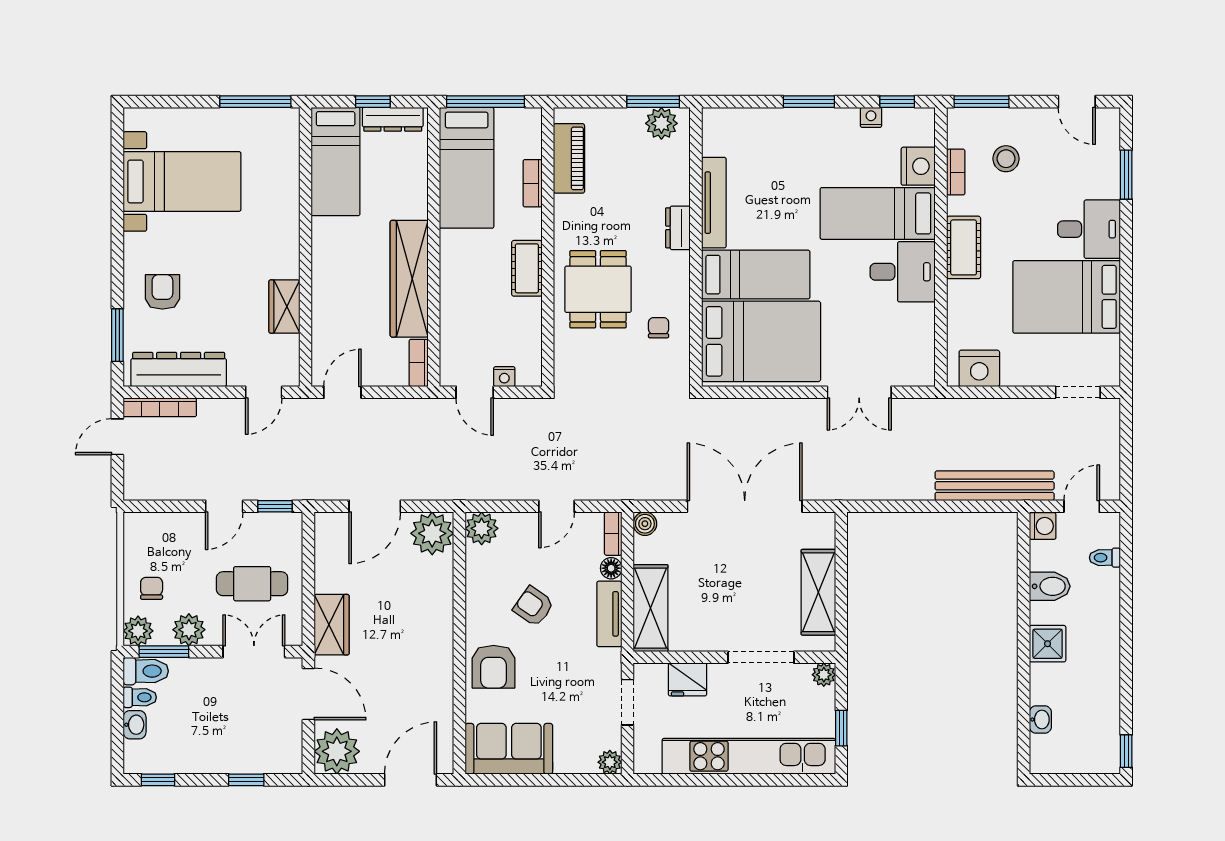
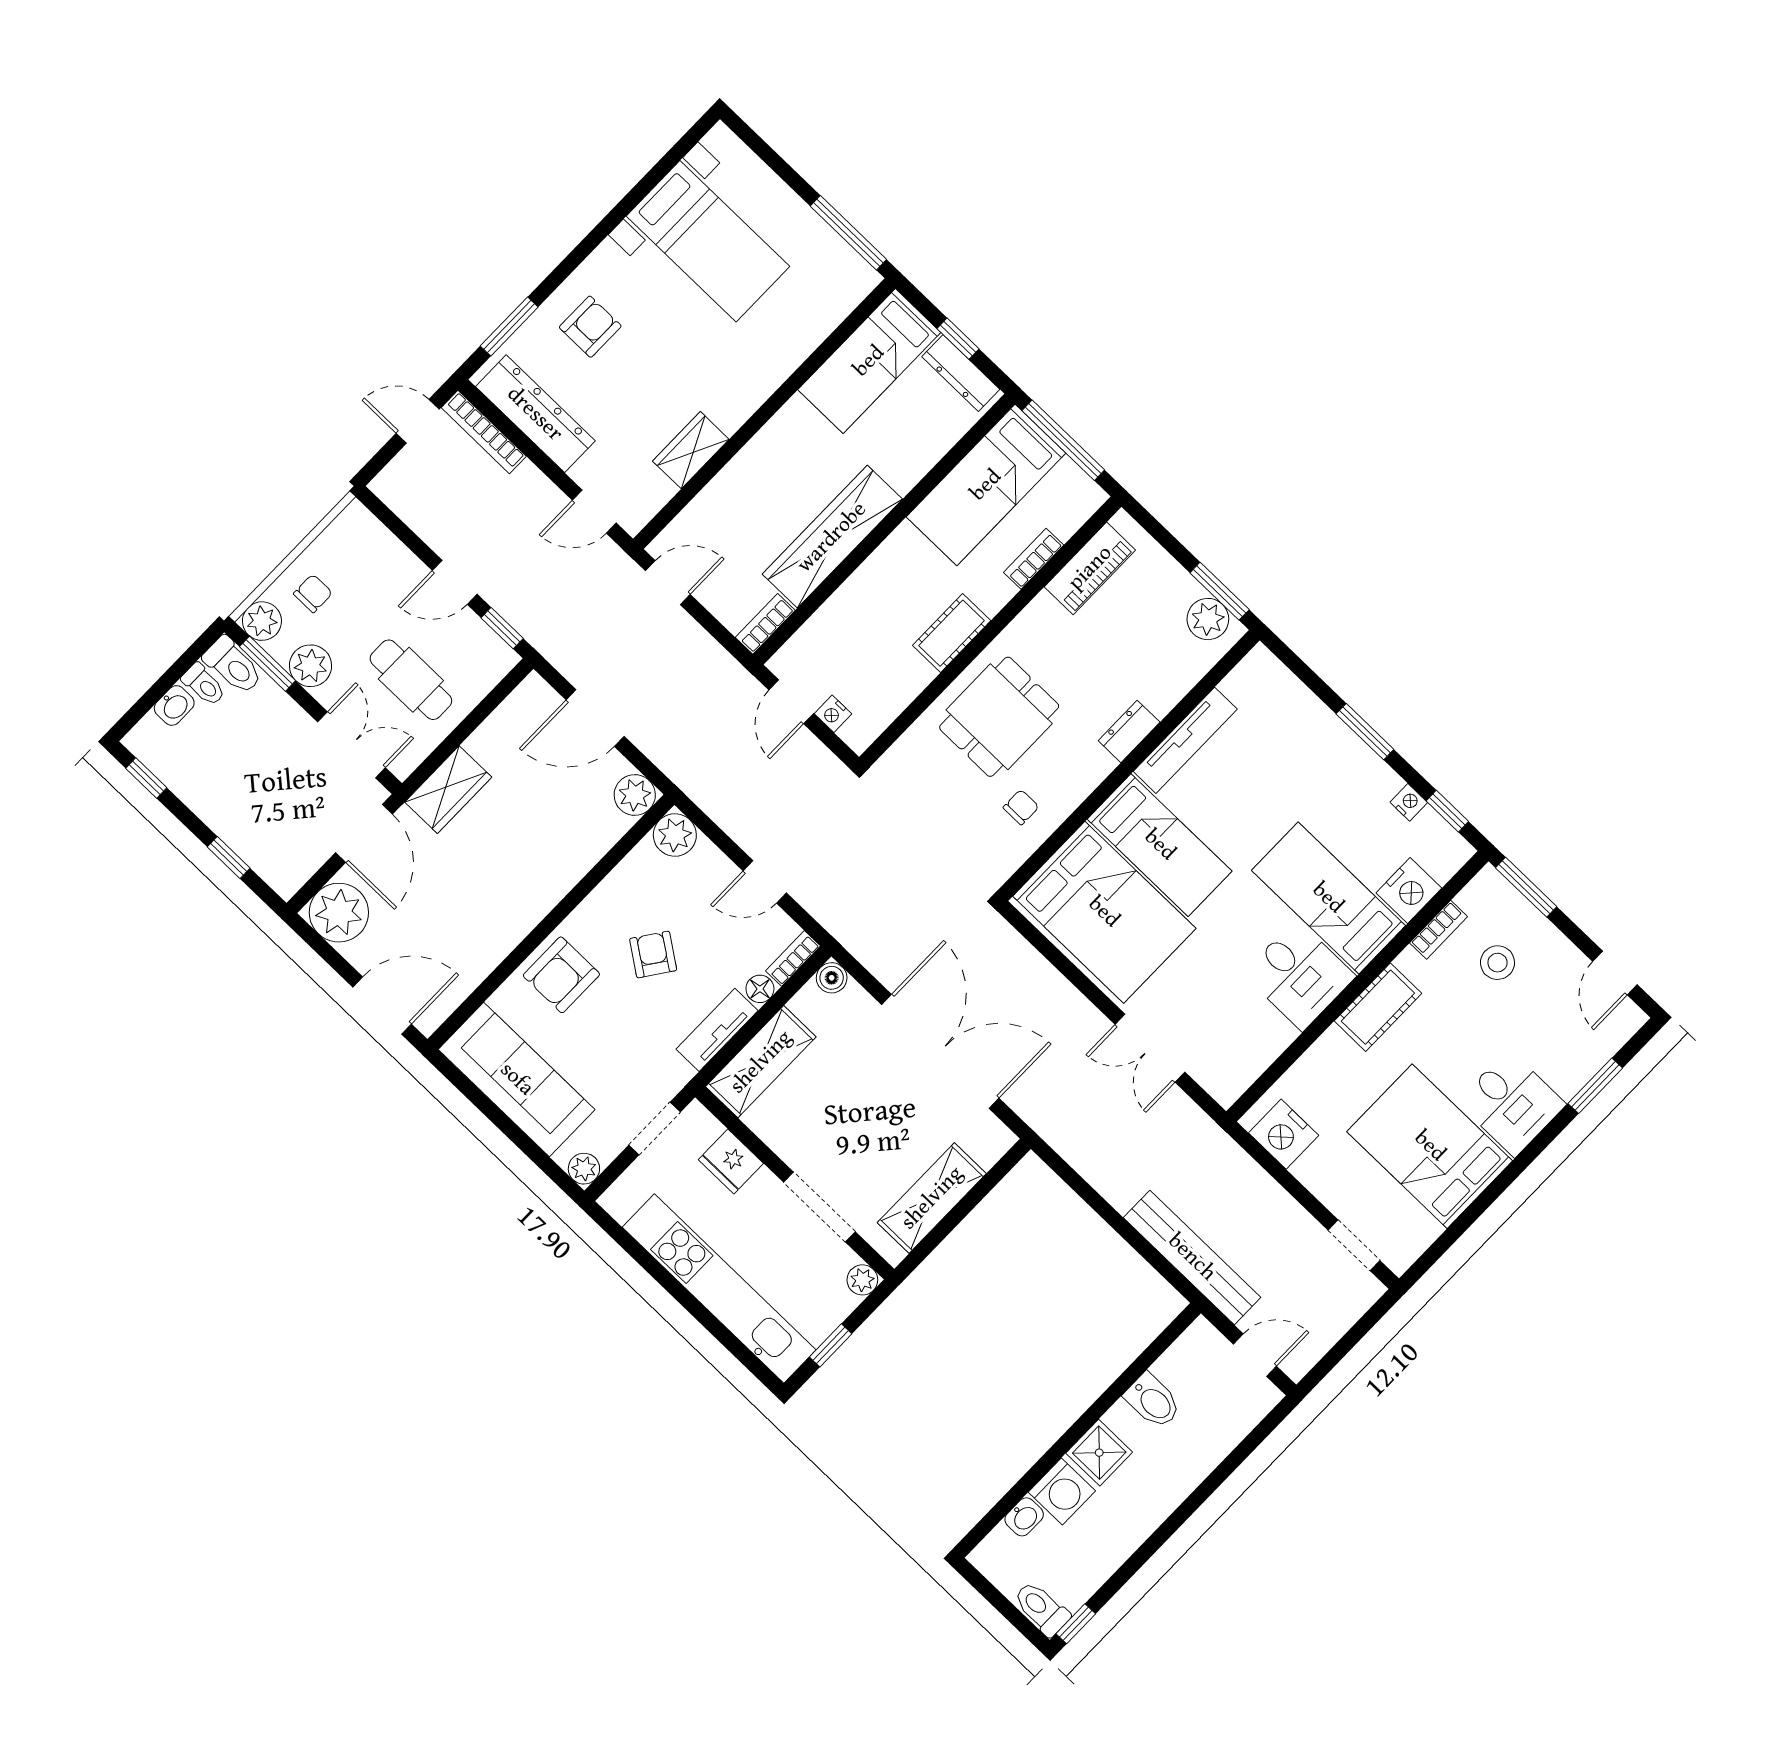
washing machine: (1043, 526) -> (1062, 1491), moved, width x1.38, depth x1.38
plant: (432, 533) -> (635, 795), width x0.73, depth x0.73
toilet: (1105, 558) -> (1041, 1608), moved, width x1.37, depth x1.39
sofa: (509, 749) -> (517, 1079), width x1.36

